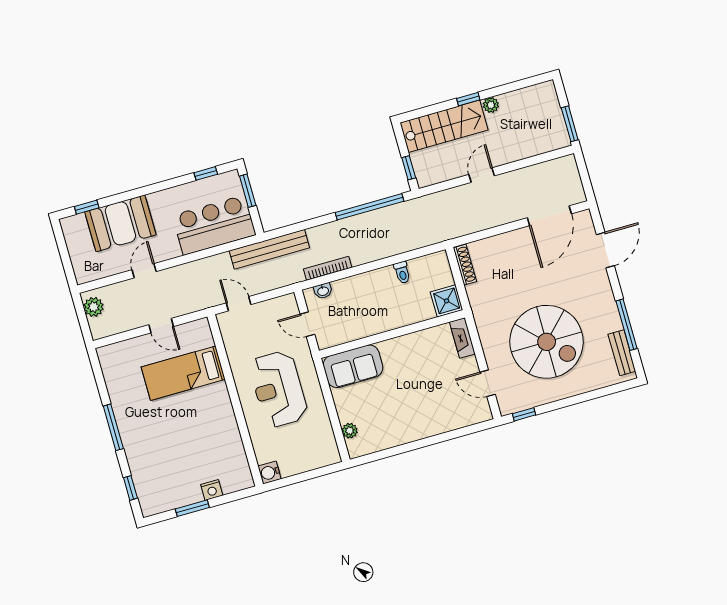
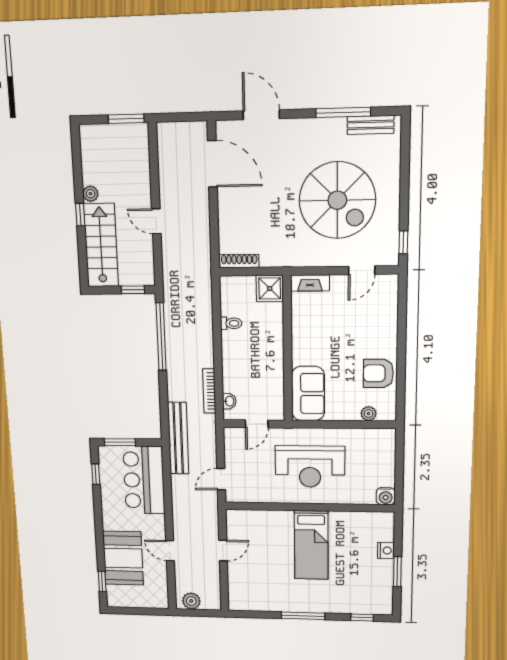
spiral stairs: (547, 342) -> (337, 200), turned 90
bed: (183, 373) -> (311, 545), moved
armchair: (393, 428) -> (378, 373), added

